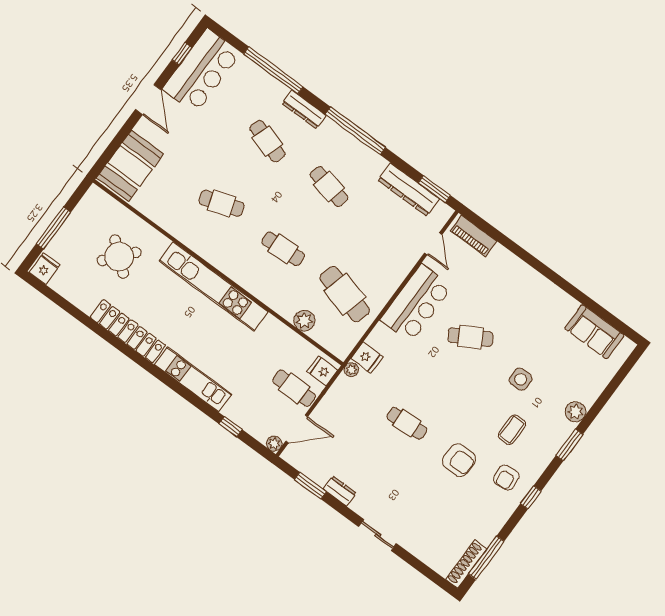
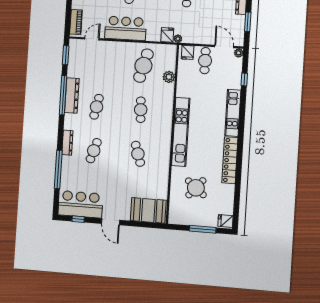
door: (148, 100) -> (111, 222), swing flipped
window: (355, 131) -> (63, 95), moved
dresser: (409, 190) -> (72, 95), moved

